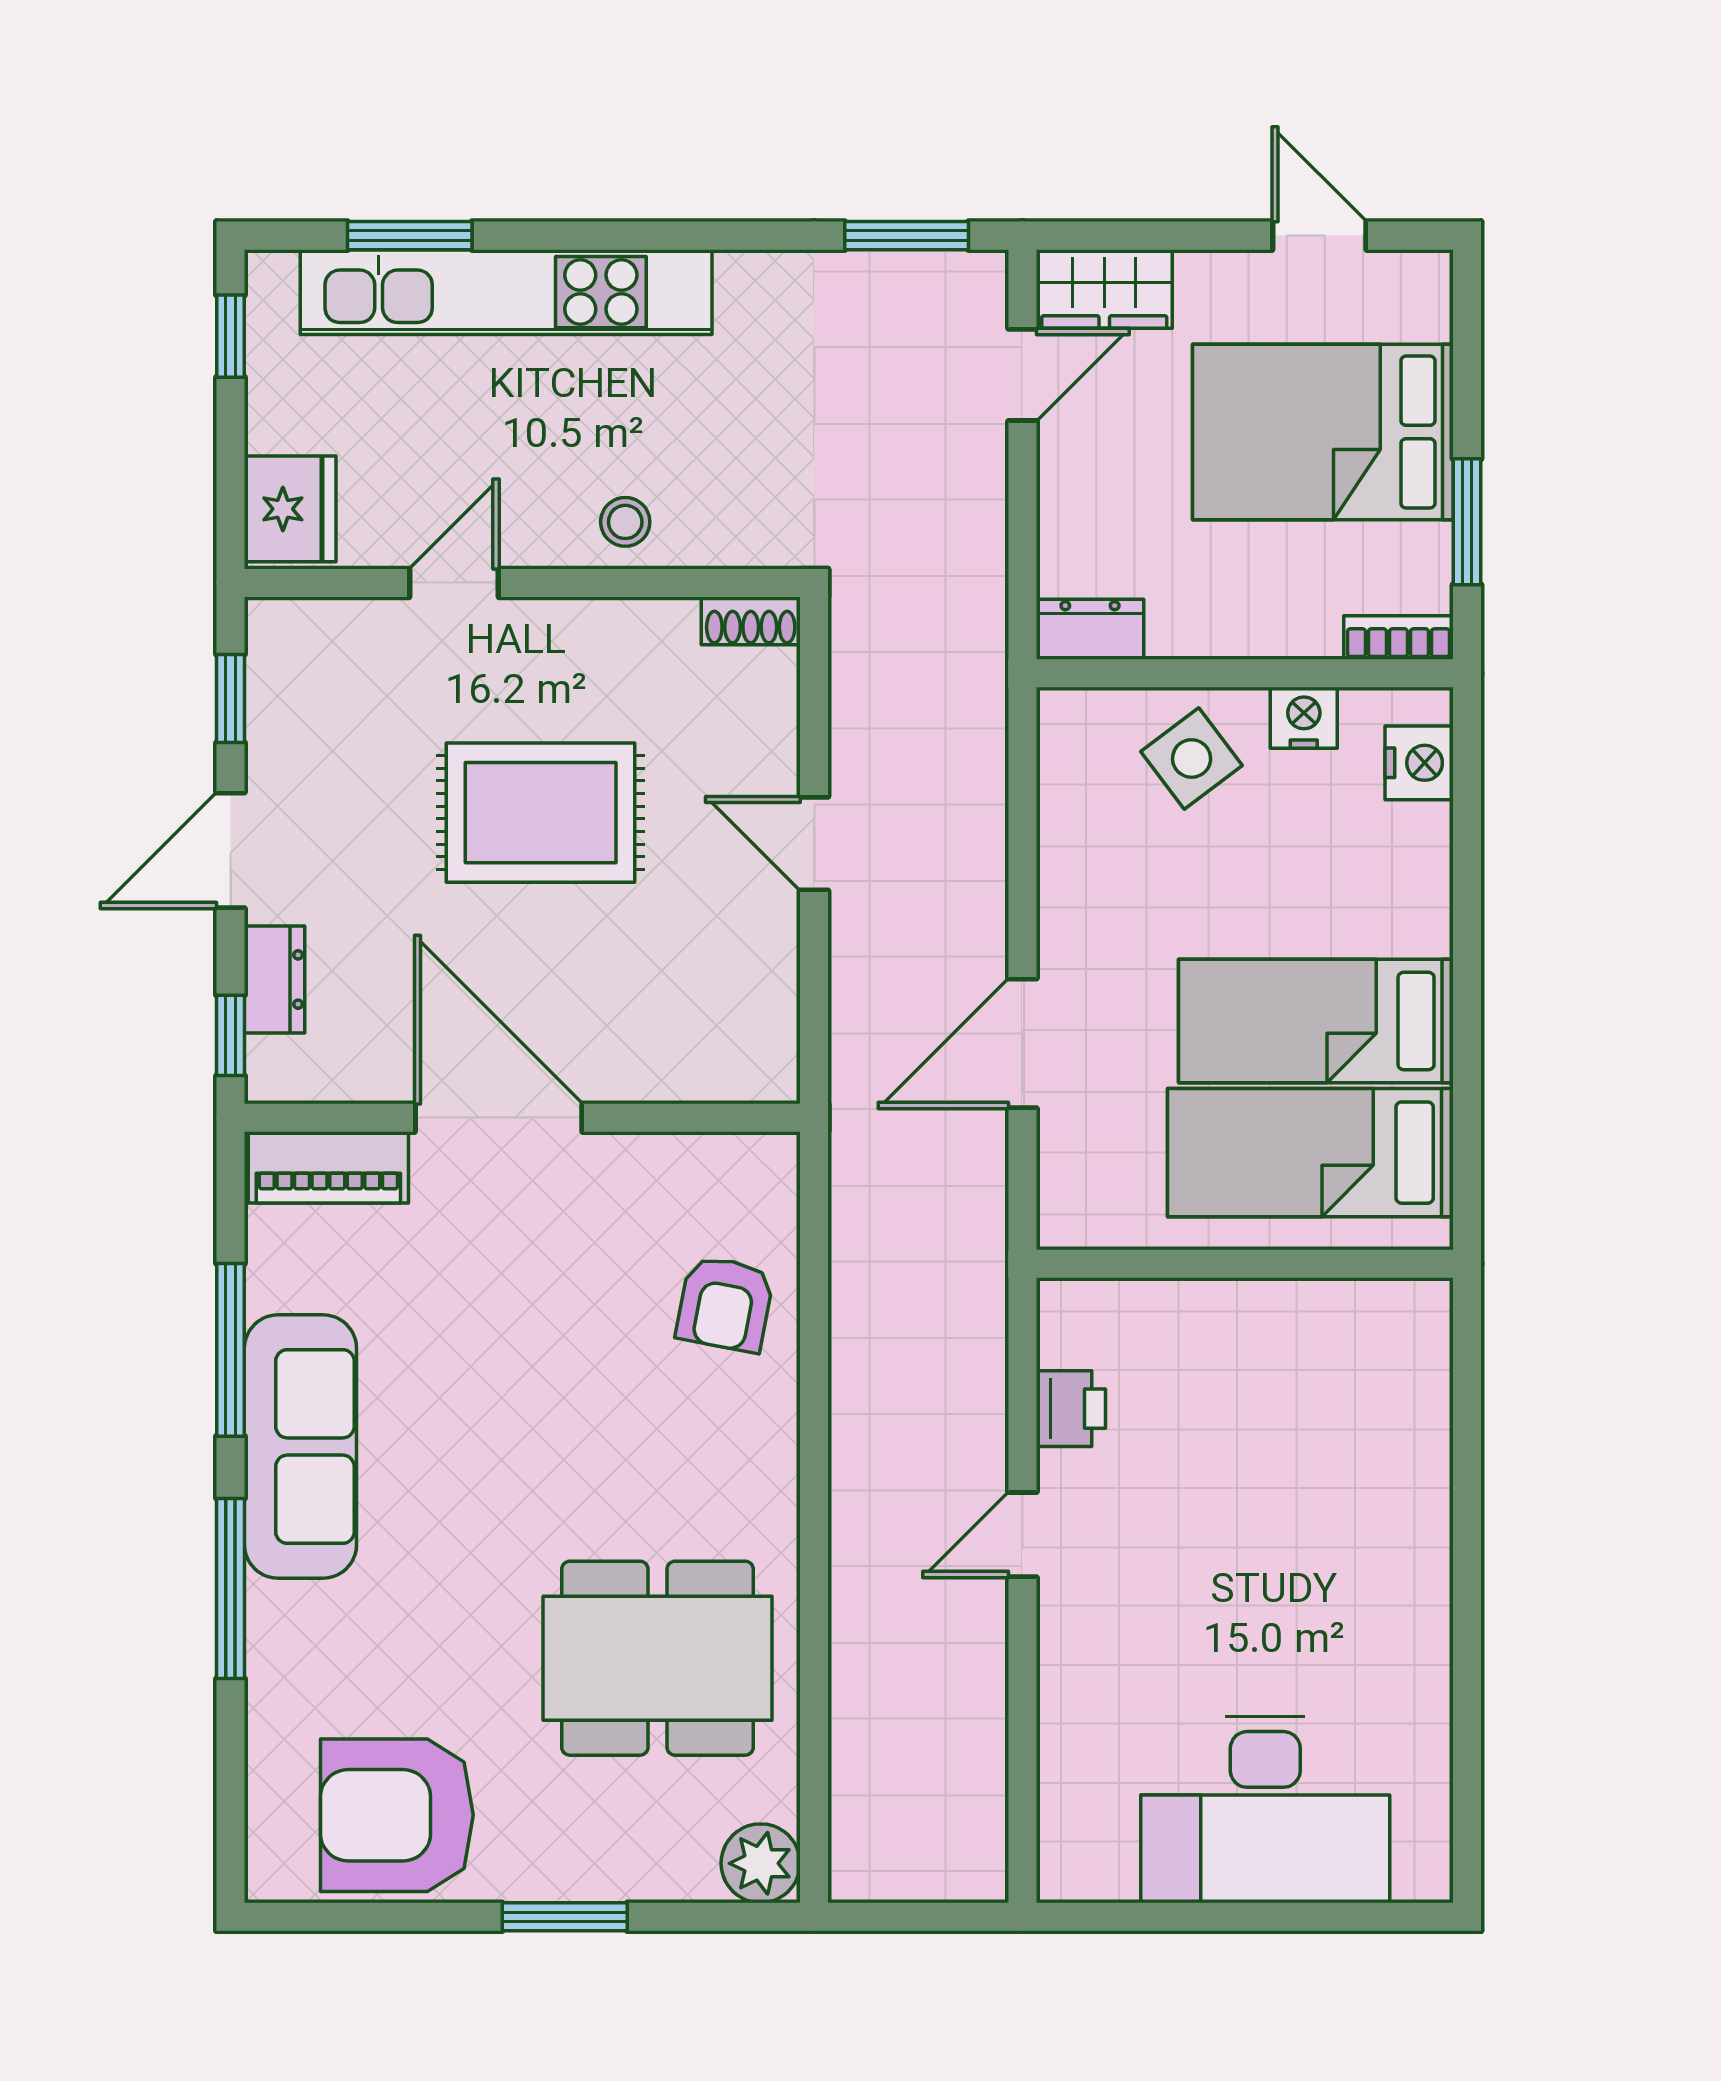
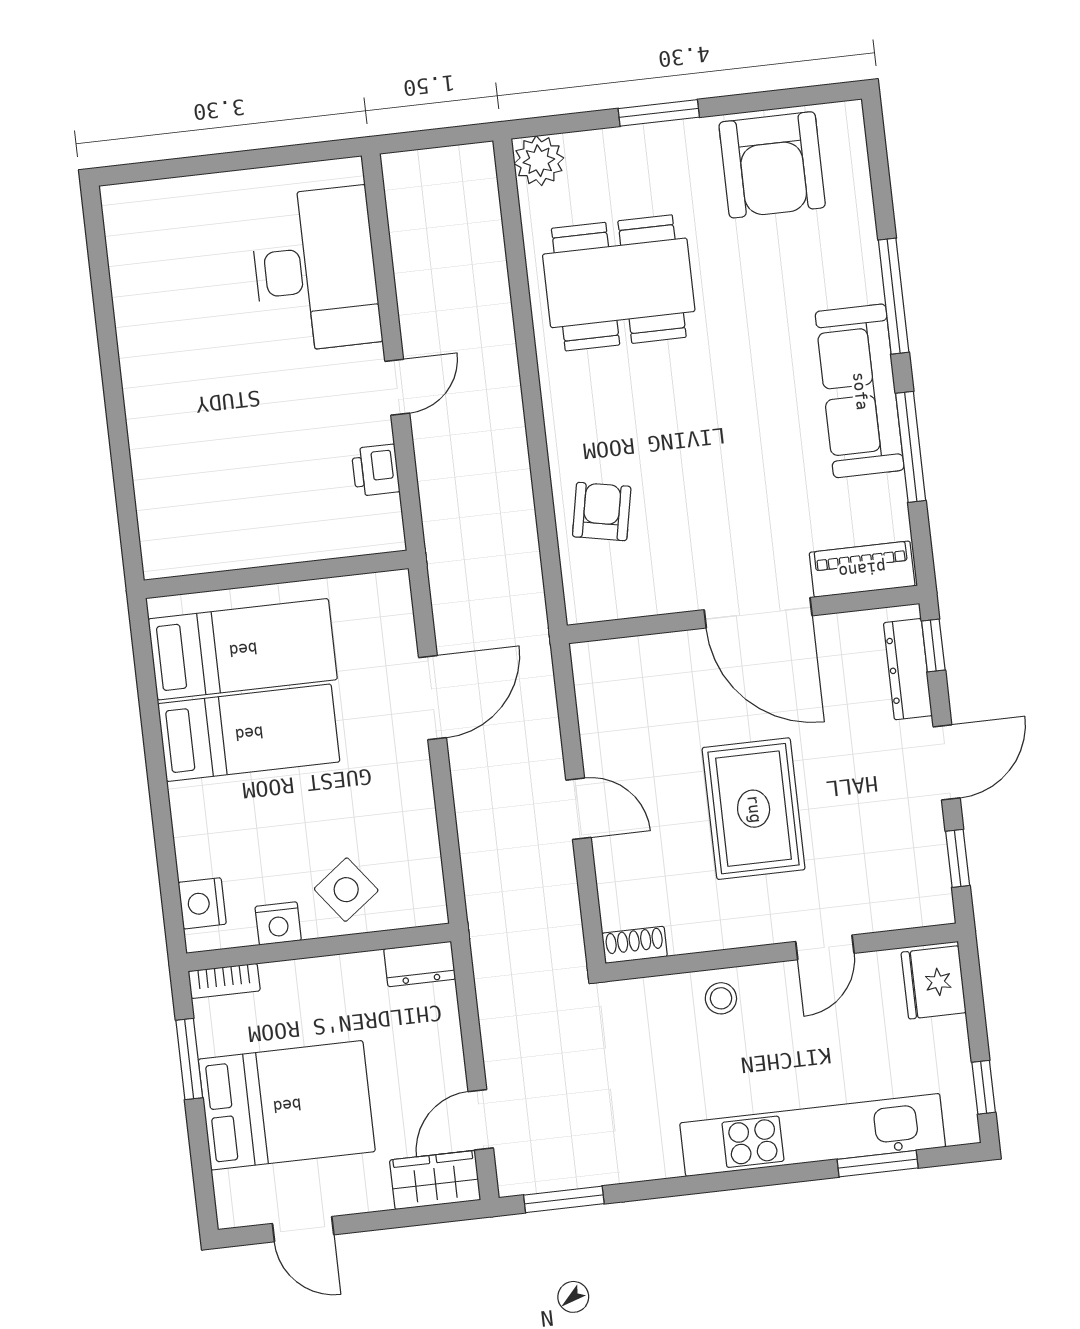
rug: (541, 813) -> (754, 809), turned 90
dresser: (275, 980) -> (908, 669), width x1.44
desk: (1265, 1810) -> (315, 269), moved, turned 90
armchair: (397, 1815) -> (772, 165), turned 90

